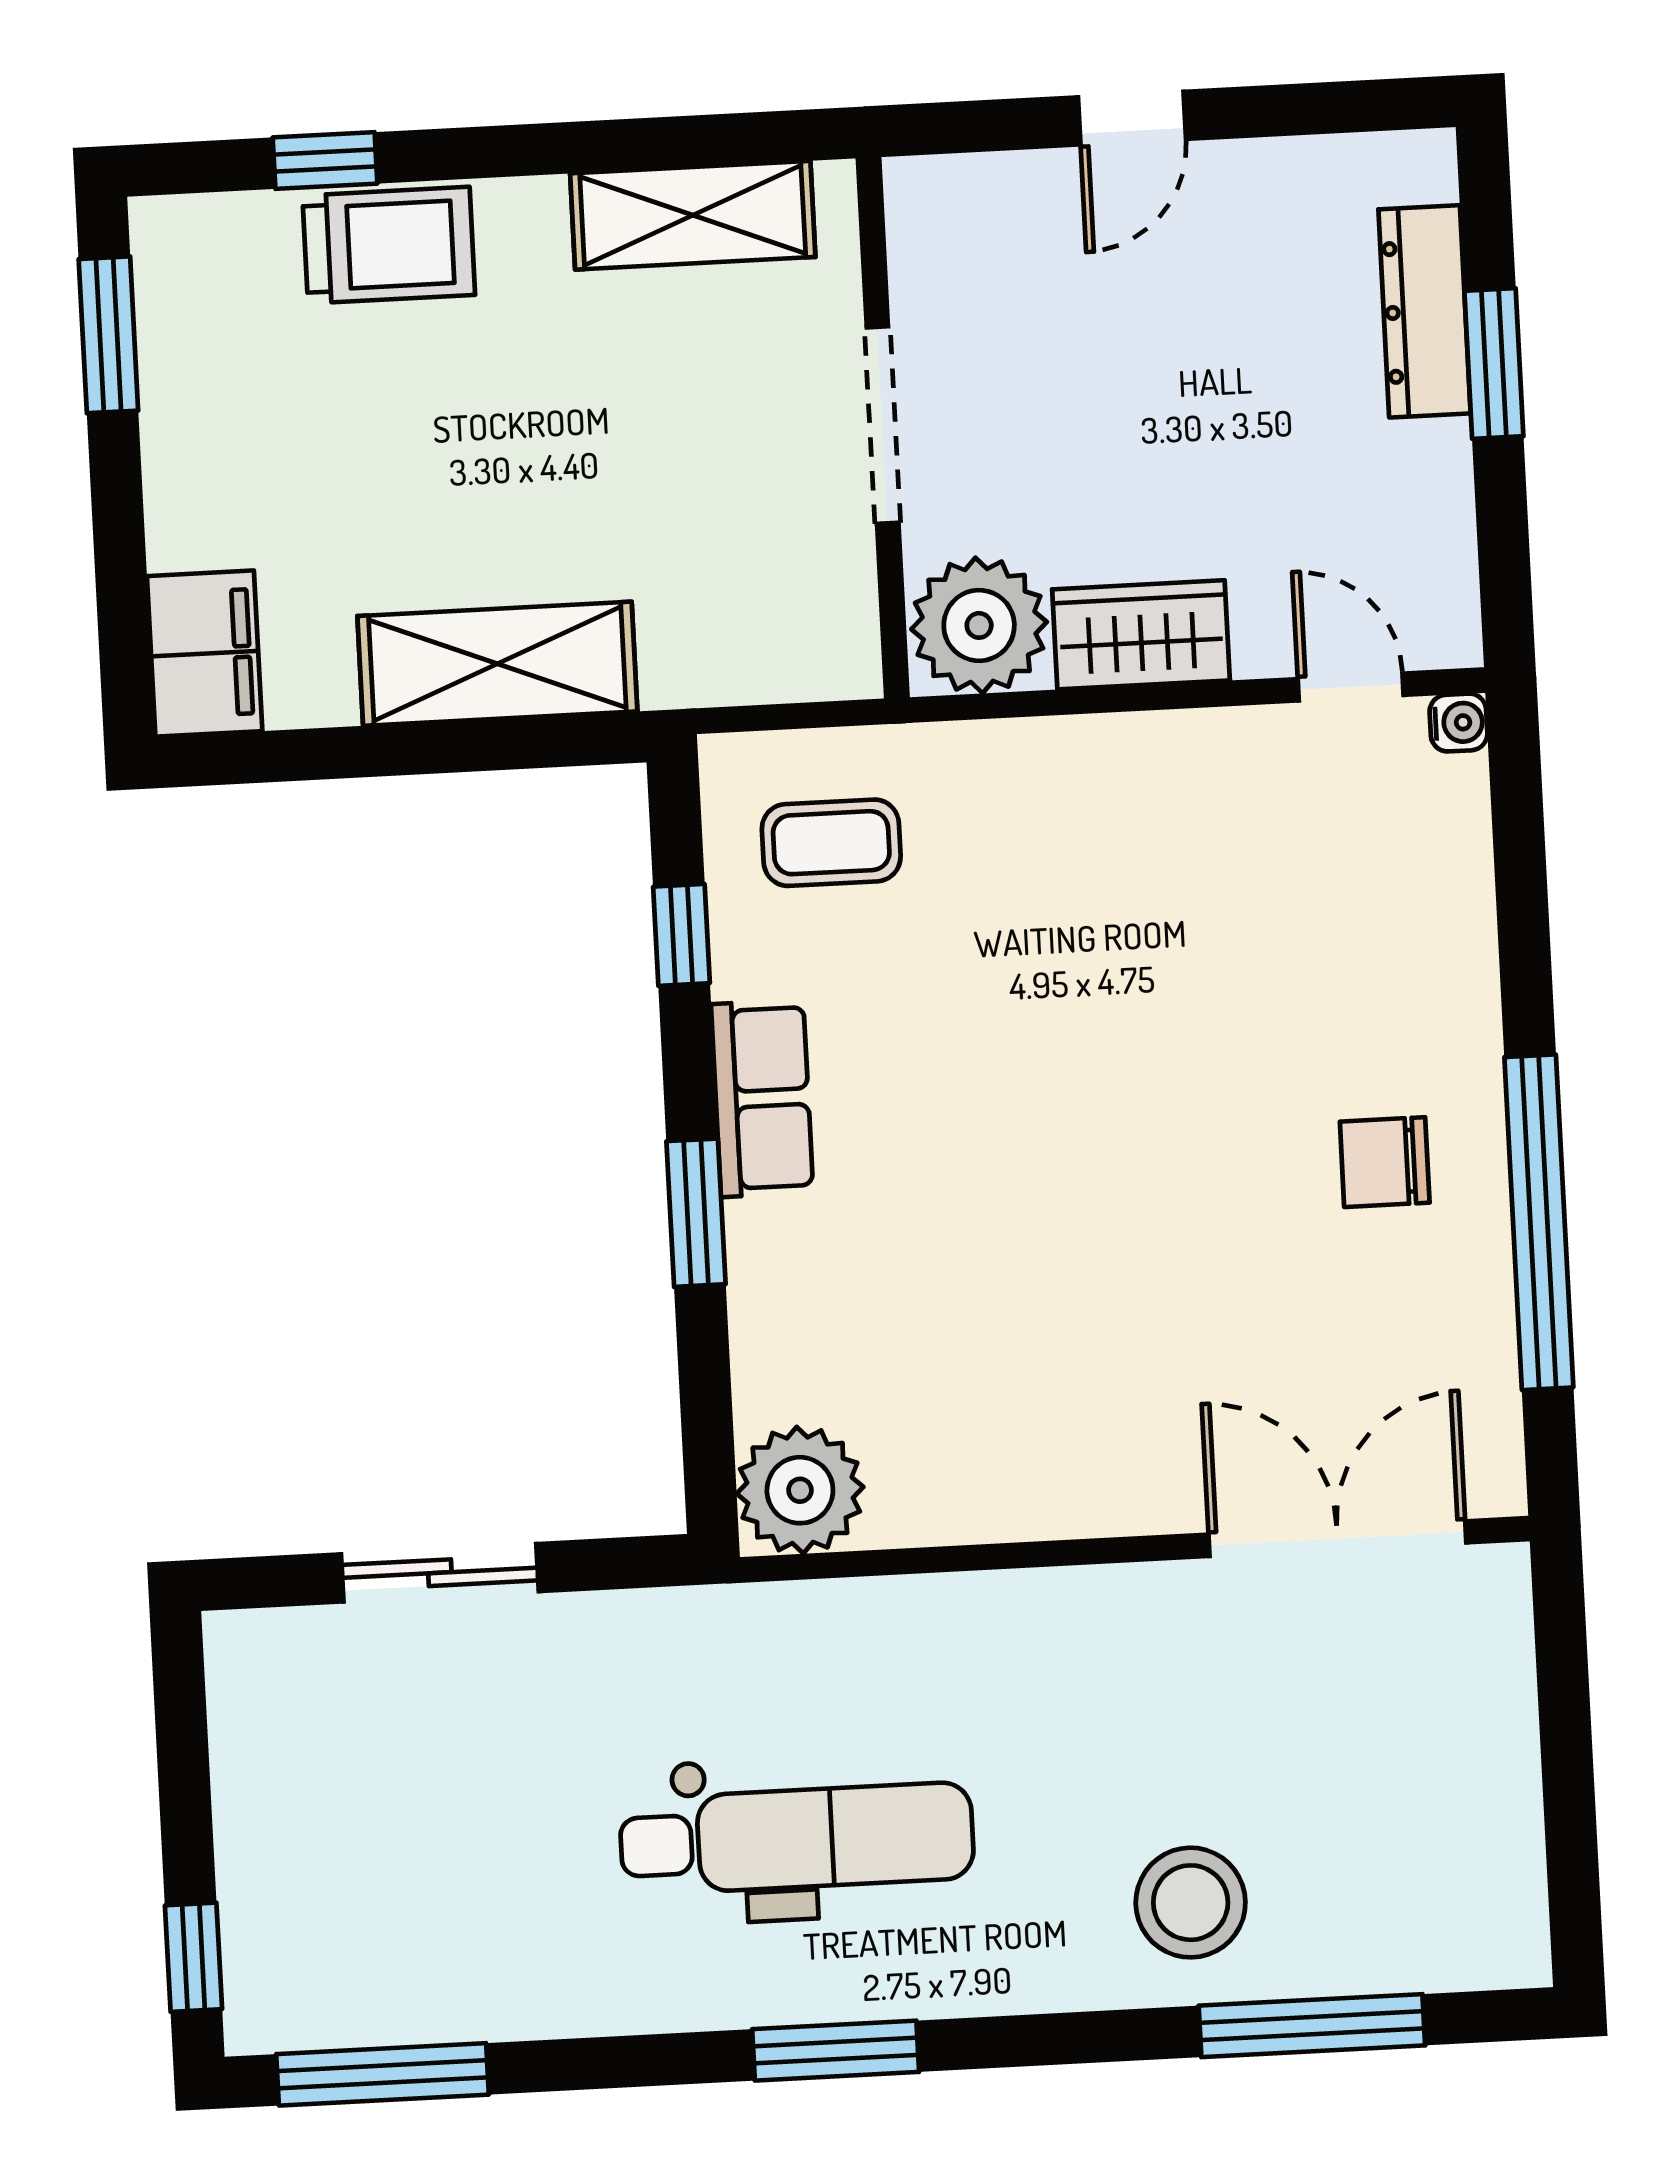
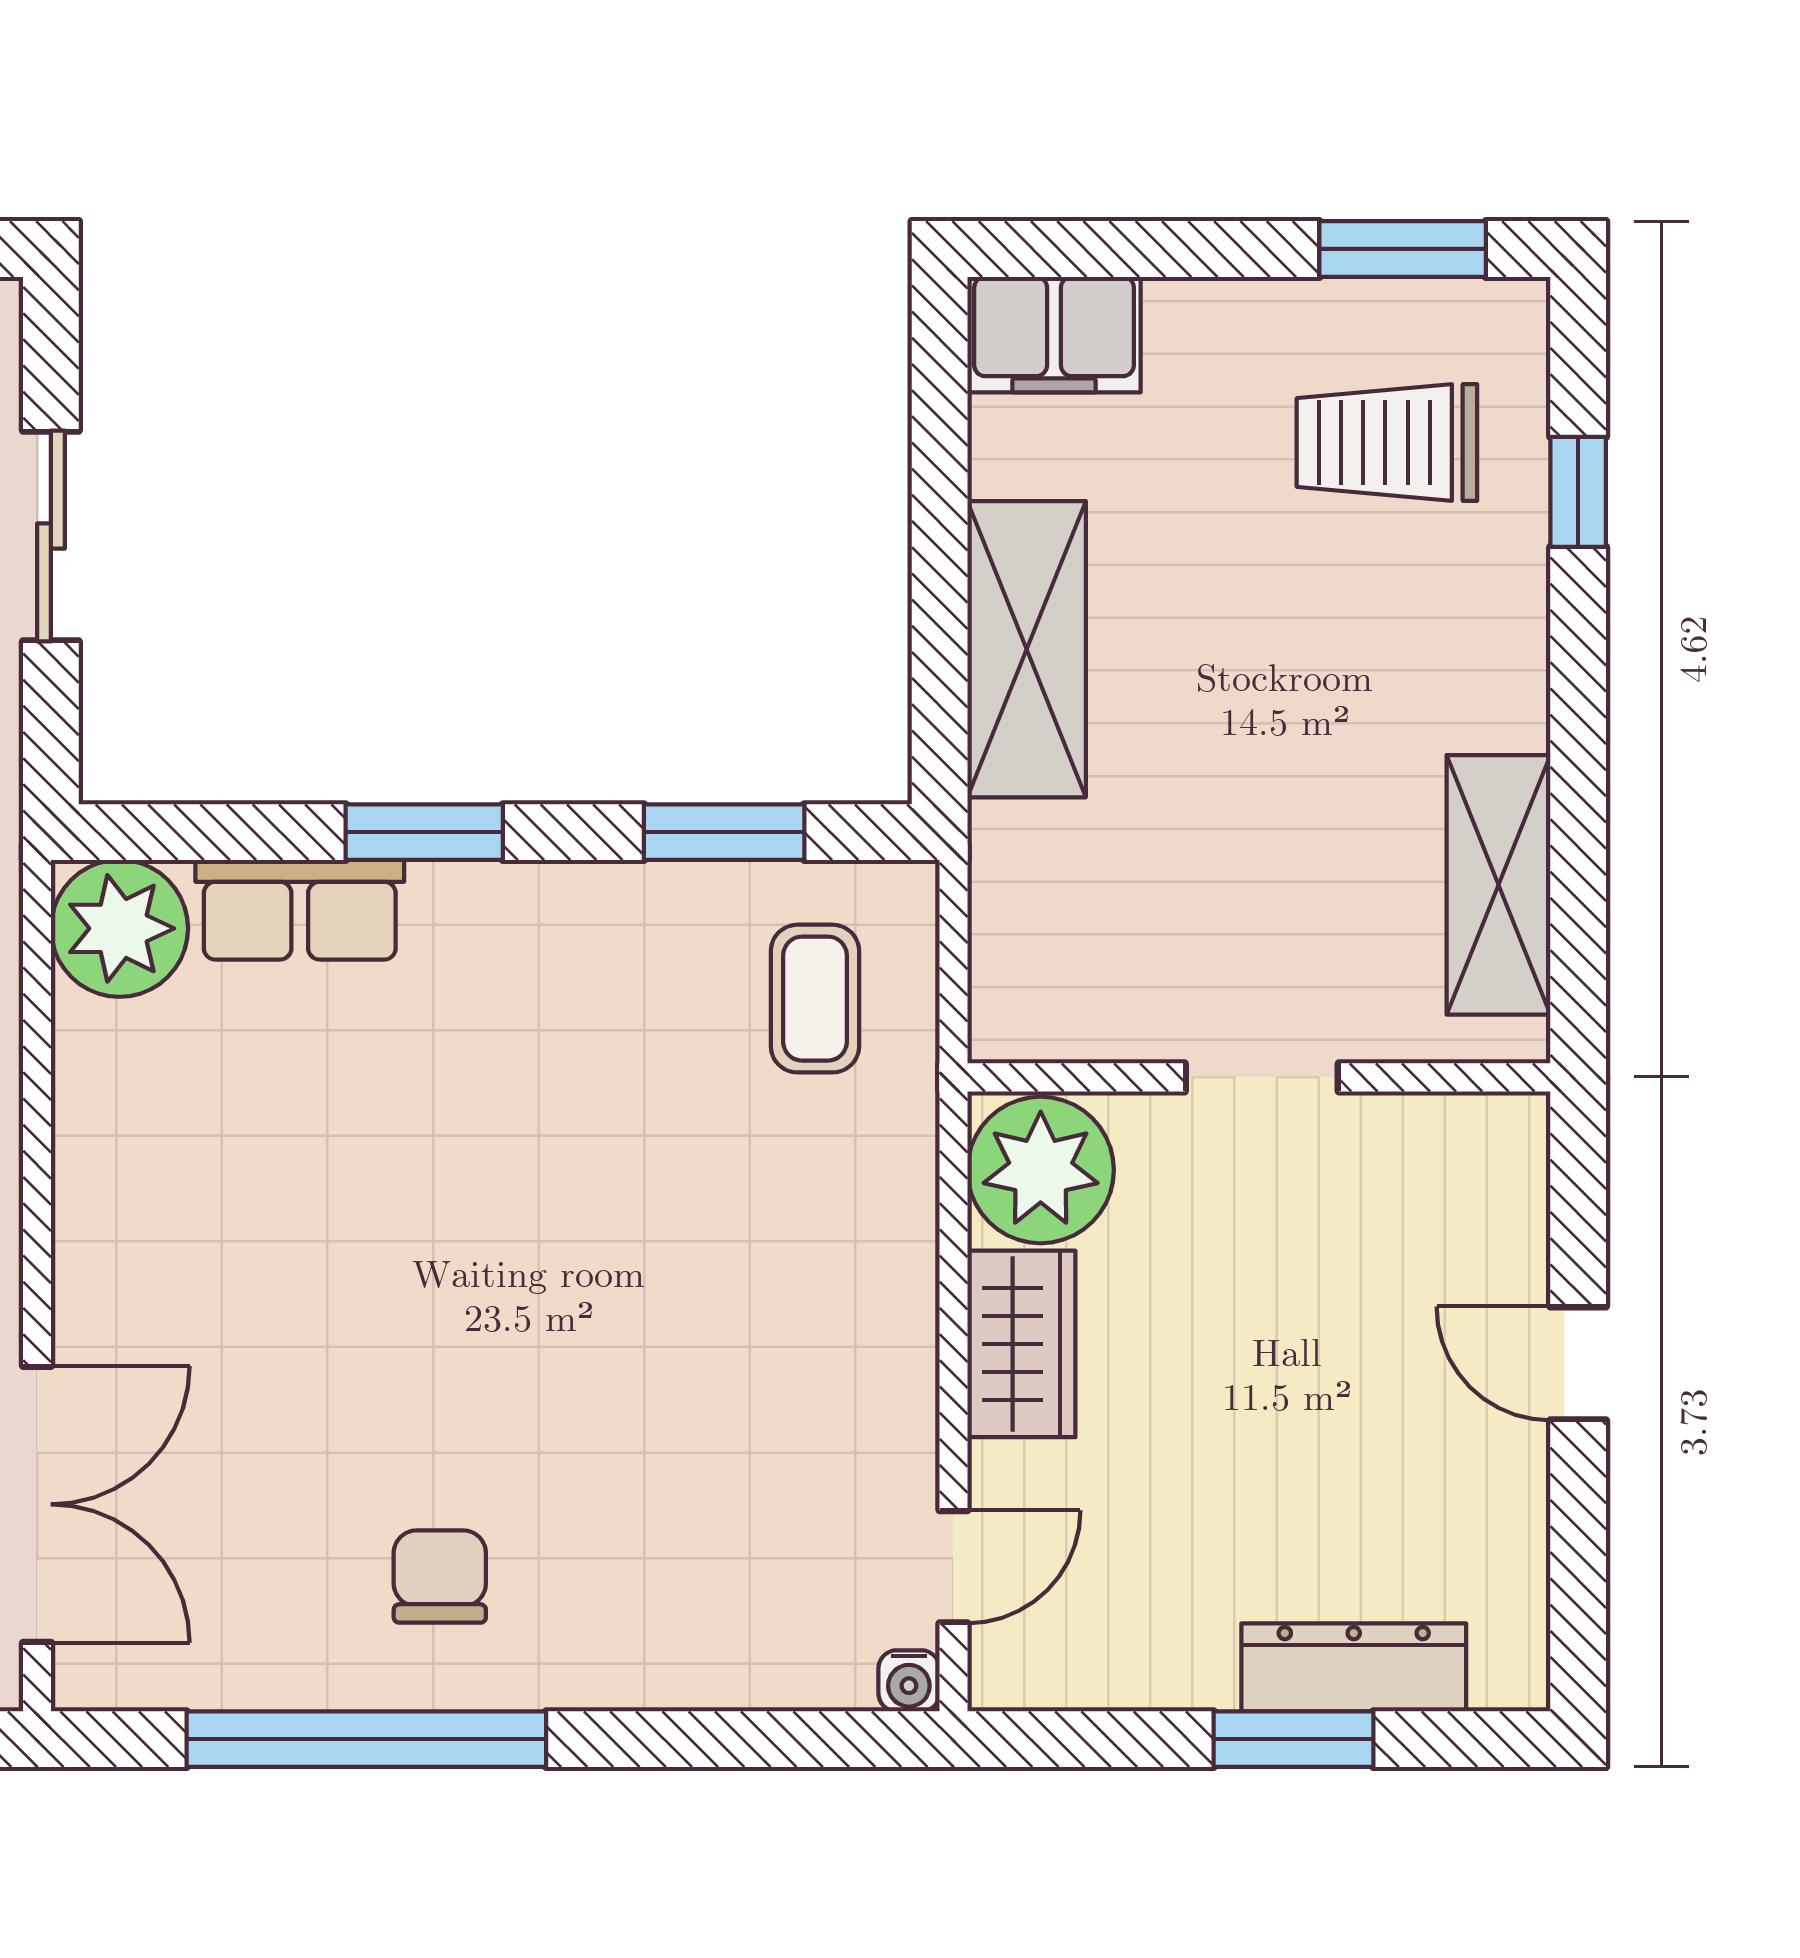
trolley: (389, 245) -> (1387, 442), moved, turned 90
doorway: (883, 425) -> (1262, 1077), width x0.73
window: (681, 935) -> (724, 832), width x1.50
row of seats: (762, 1098) -> (300, 910), moved

